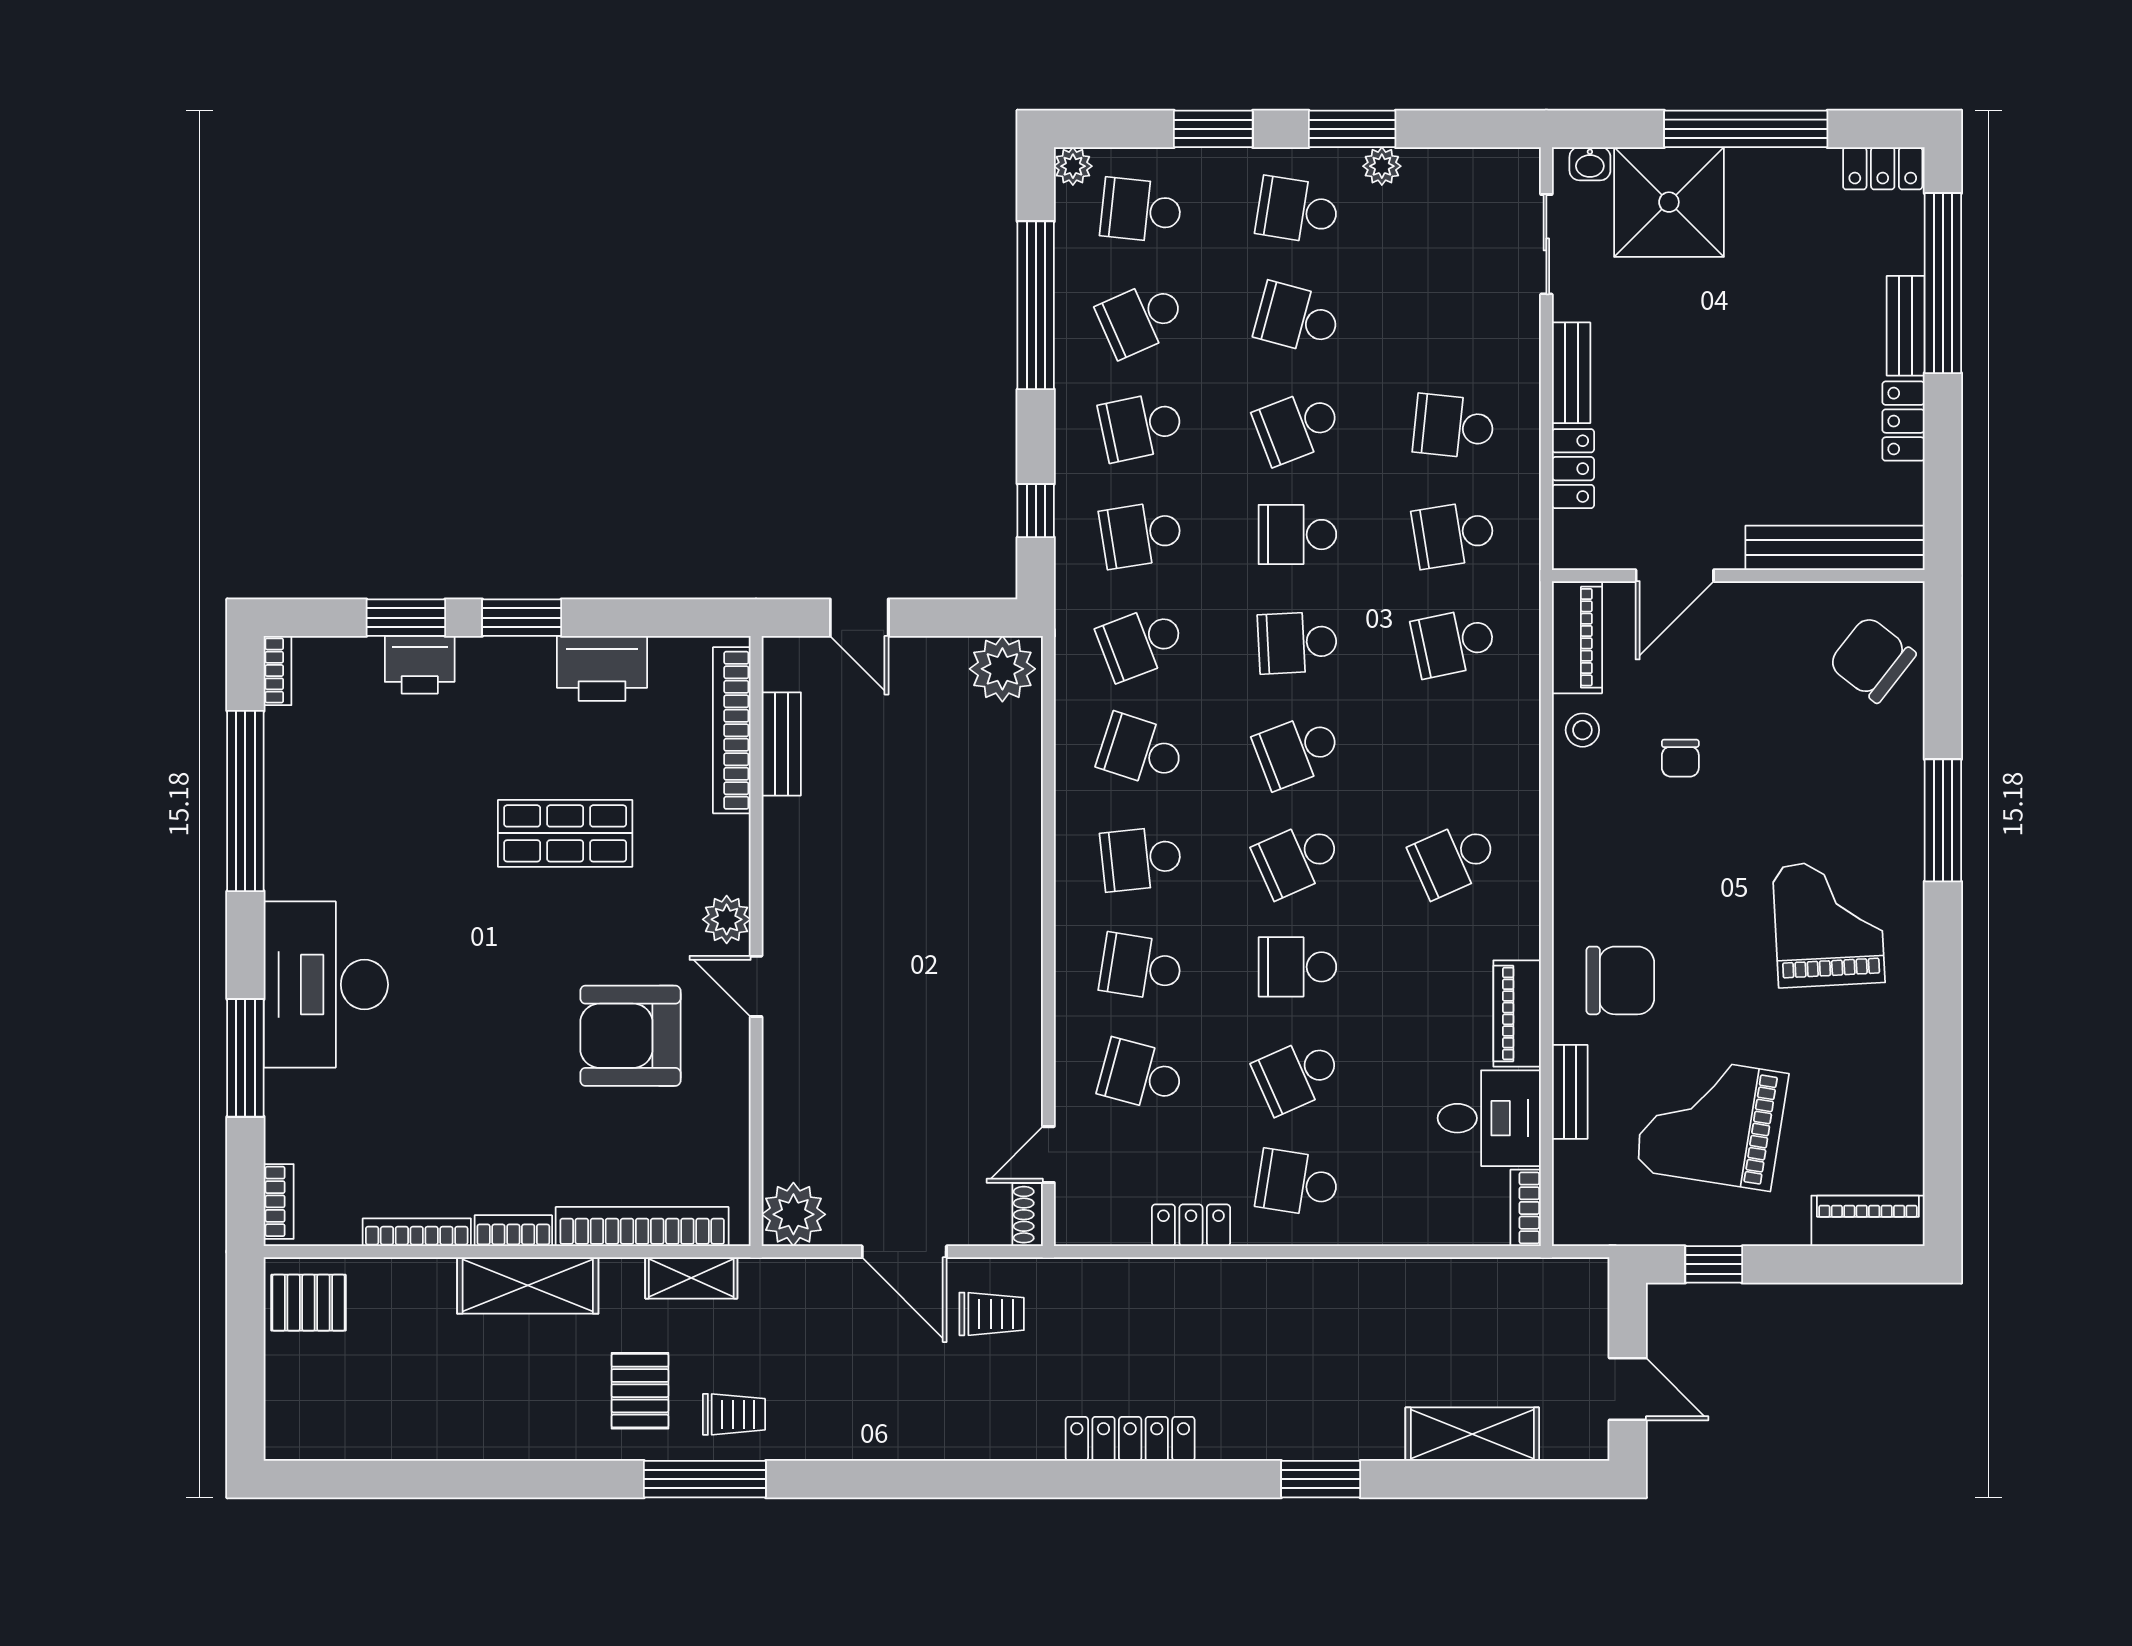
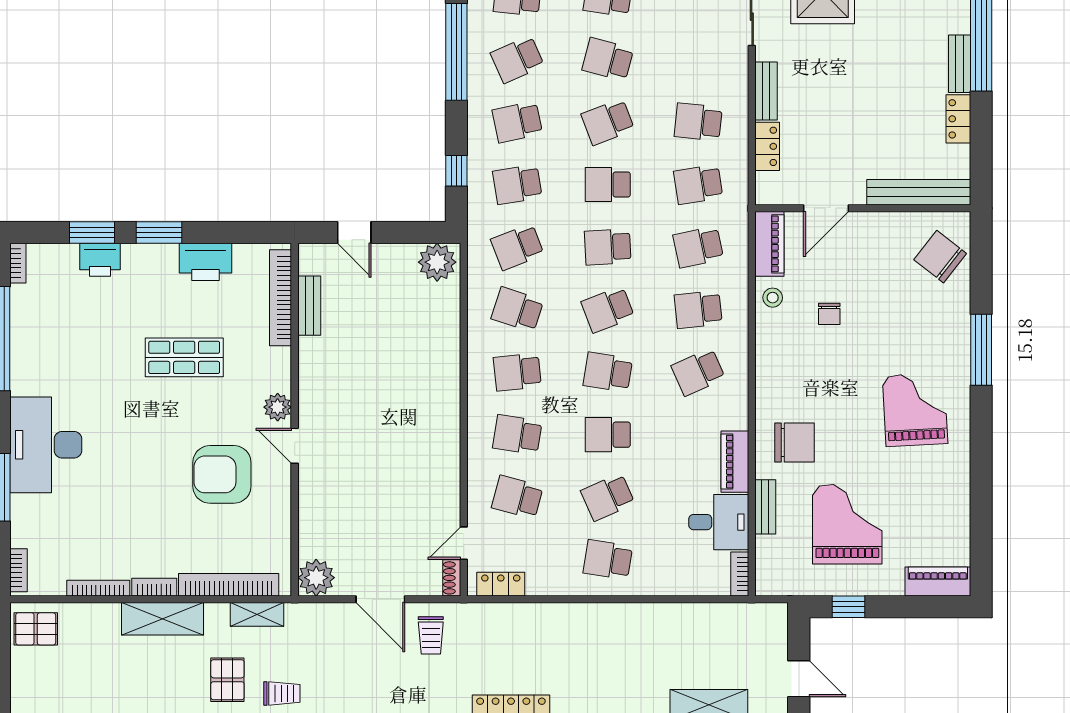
school desk: (1454, 751) -> (698, 310), added
school desk: (1297, 859) -> (608, 372), turned 33
grand piano: (1712, 1122) -> (847, 524), turned 81
locker: (1191, 1225) -> (501, 584), moved
trolley: (992, 1314) -> (431, 635), turned 90

